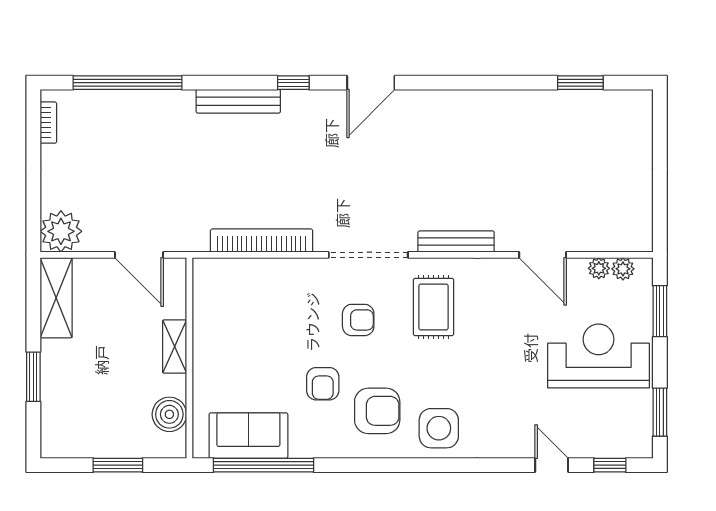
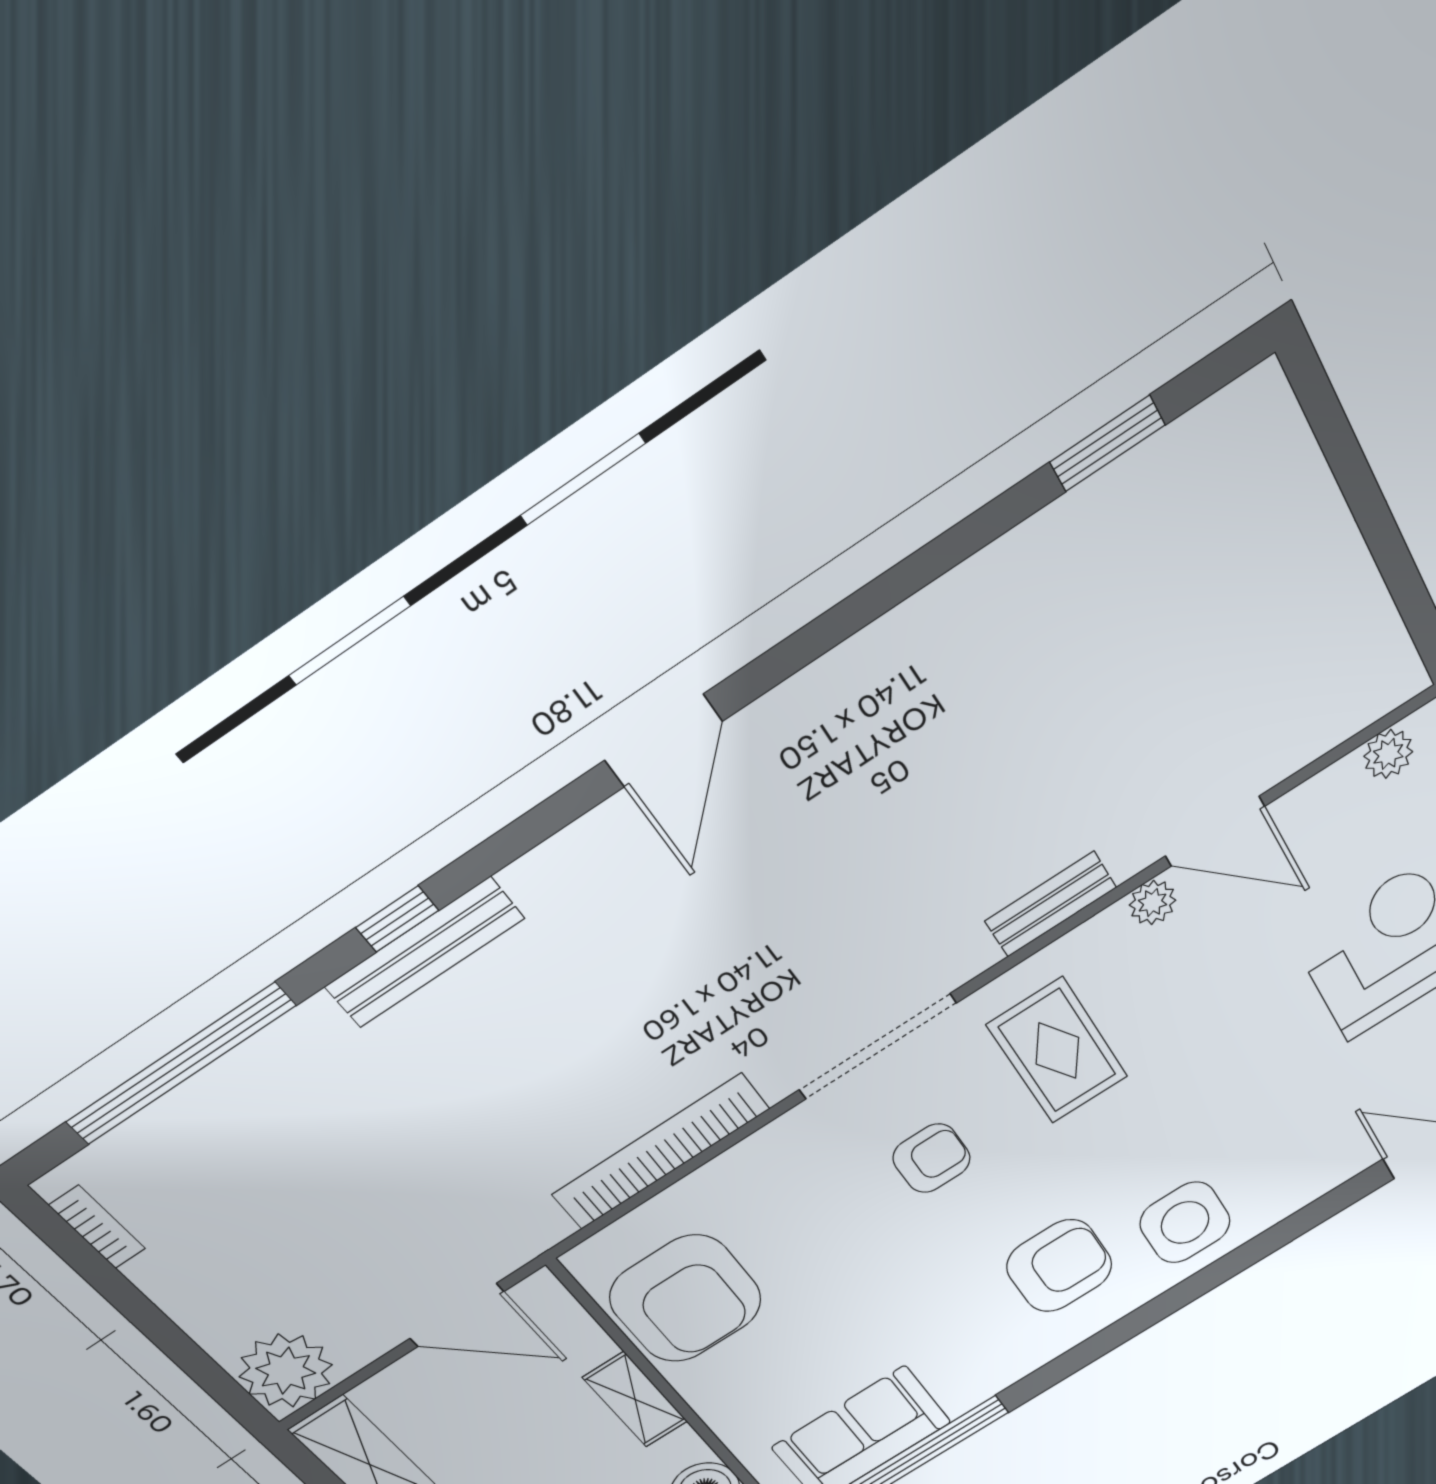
window: (293, 83) -> (397, 919), moved
bench: (456, 242) -> (1051, 904), width x0.73
plant: (599, 268) -> (1153, 903), moved
armchair: (323, 384) -> (686, 1299), moved, width x1.88, depth x1.88

